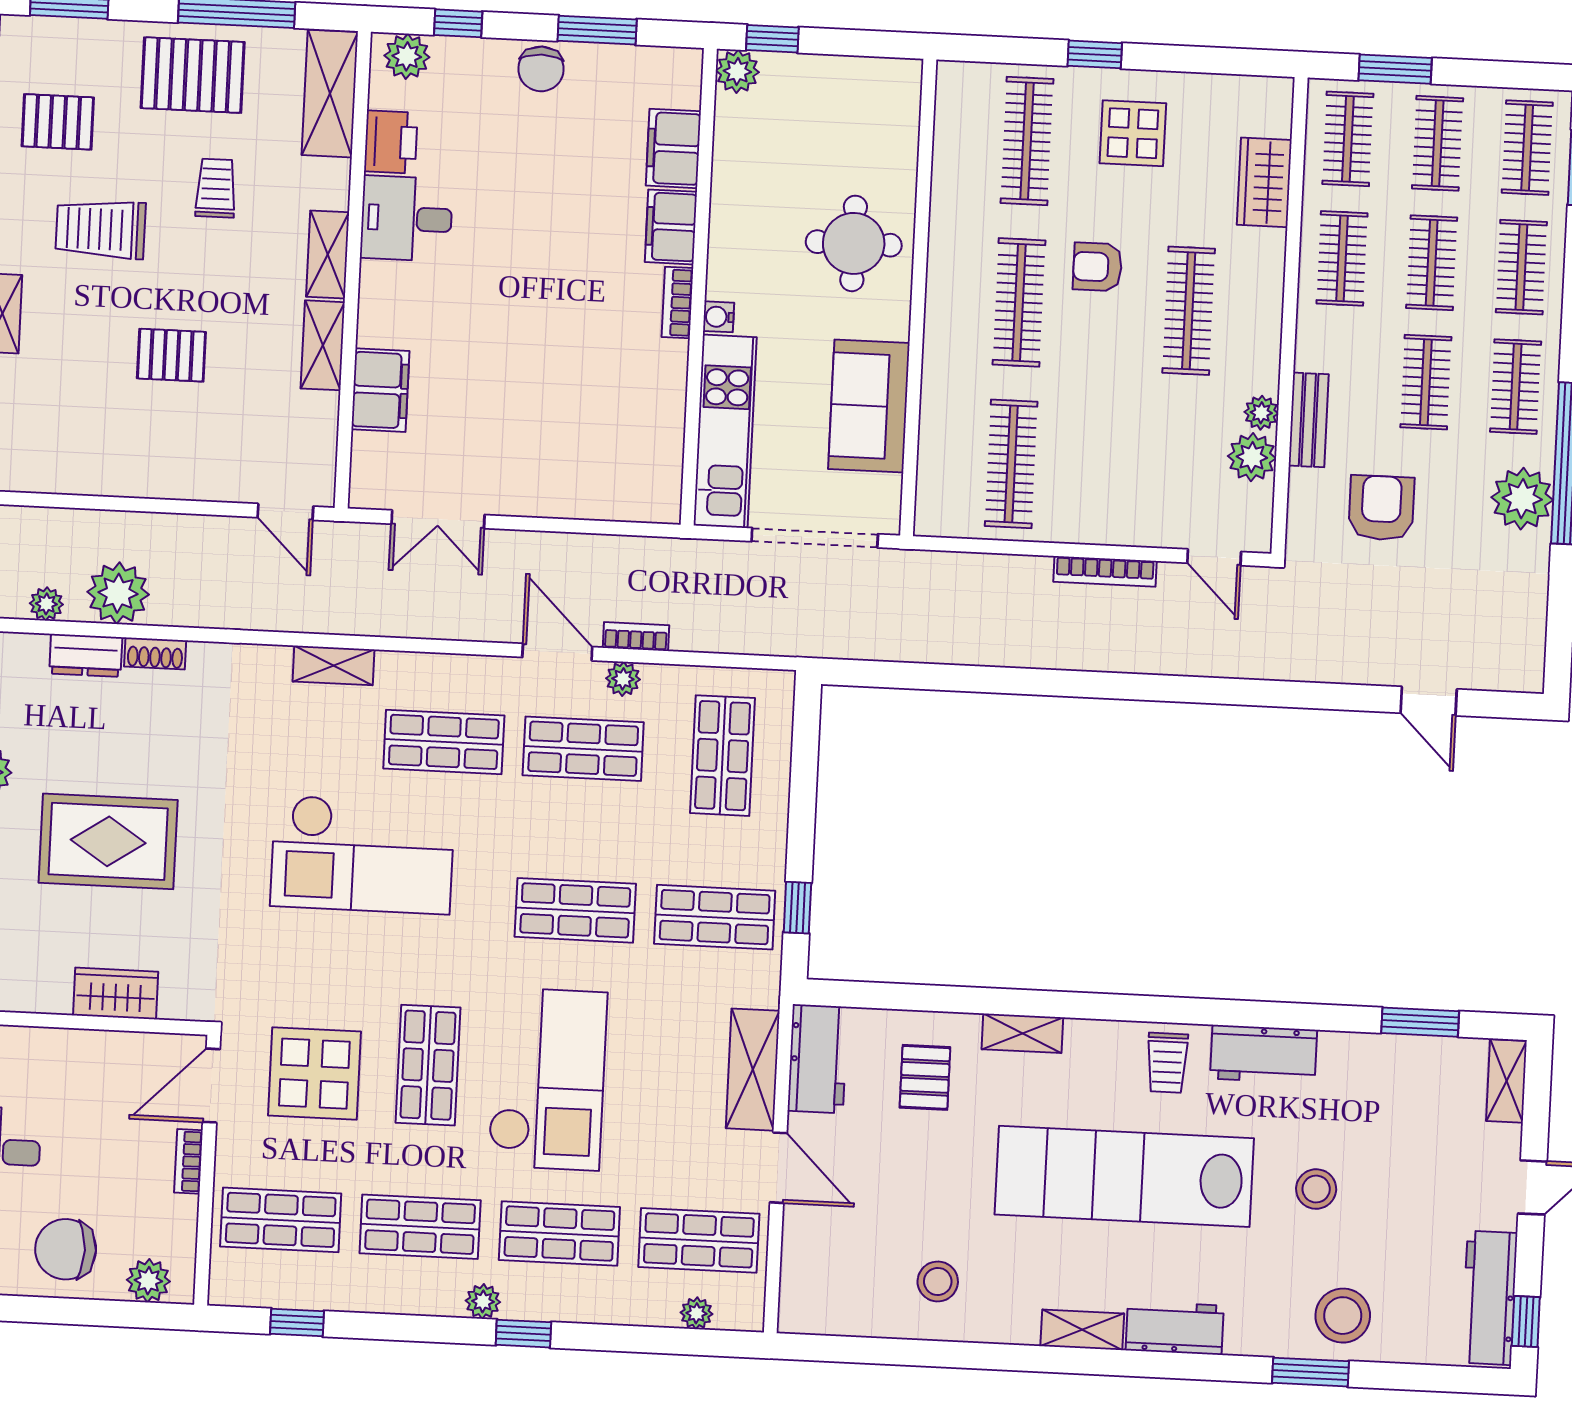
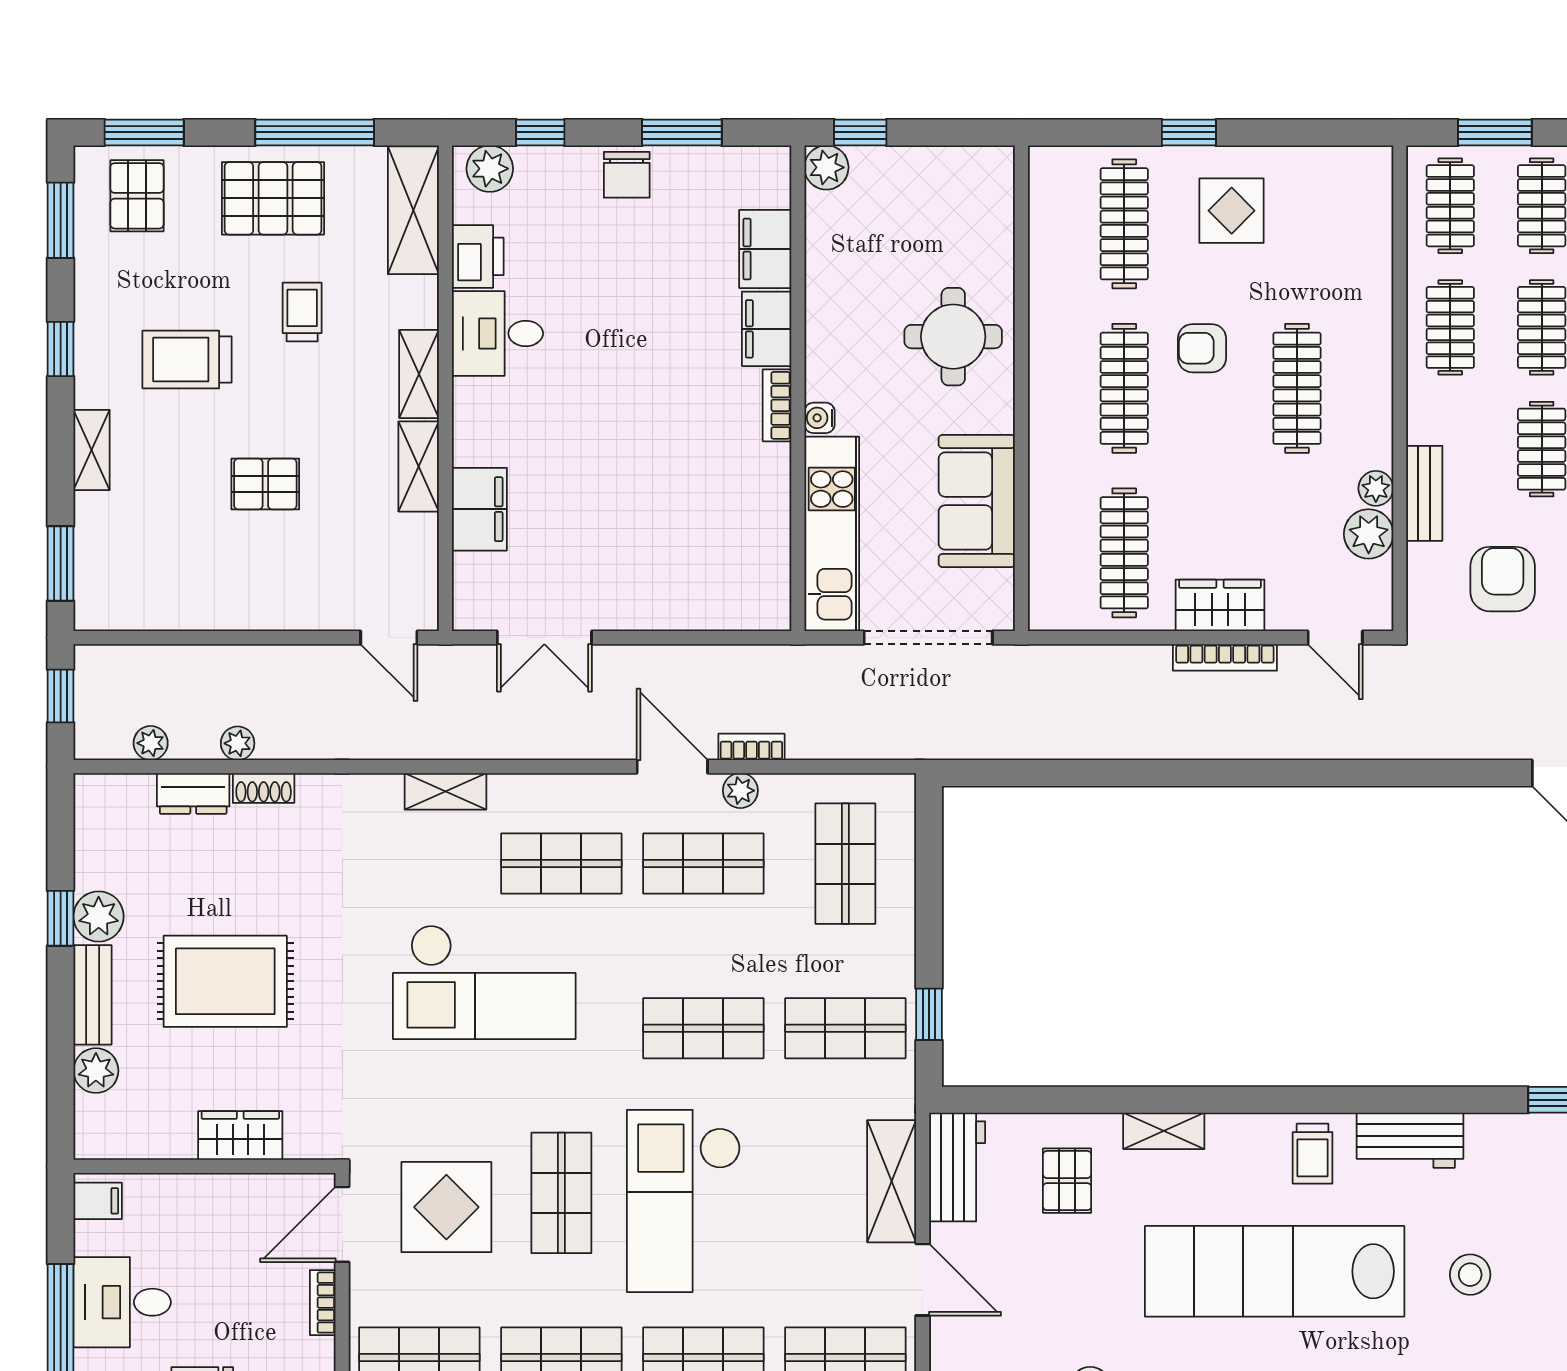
pallet: (58, 122) -> (137, 196), moved, turned 90
wardrobe: (1264, 182) -> (1220, 605), moved, turned 90
plant: (118, 593) -> (238, 743), width x0.53, depth x0.53
checkout: (548, 1079) -> (684, 1201), turned 180

